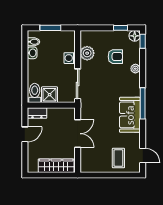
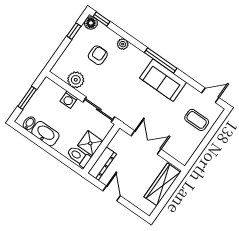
washbasin: (32, 53) -> (45, 134), width x1.91, depth x1.45
dresser: (37, 113) -> (102, 164), width x1.44

